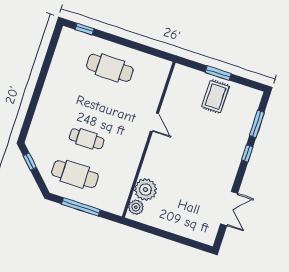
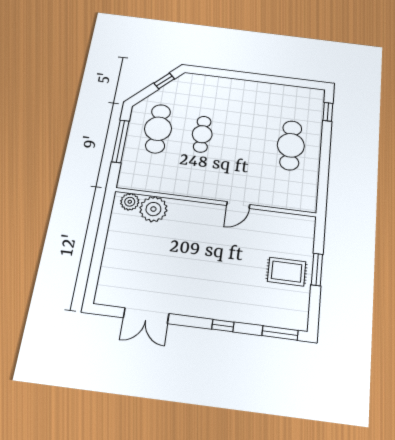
window: (257, 124) -> (280, 333), moved

